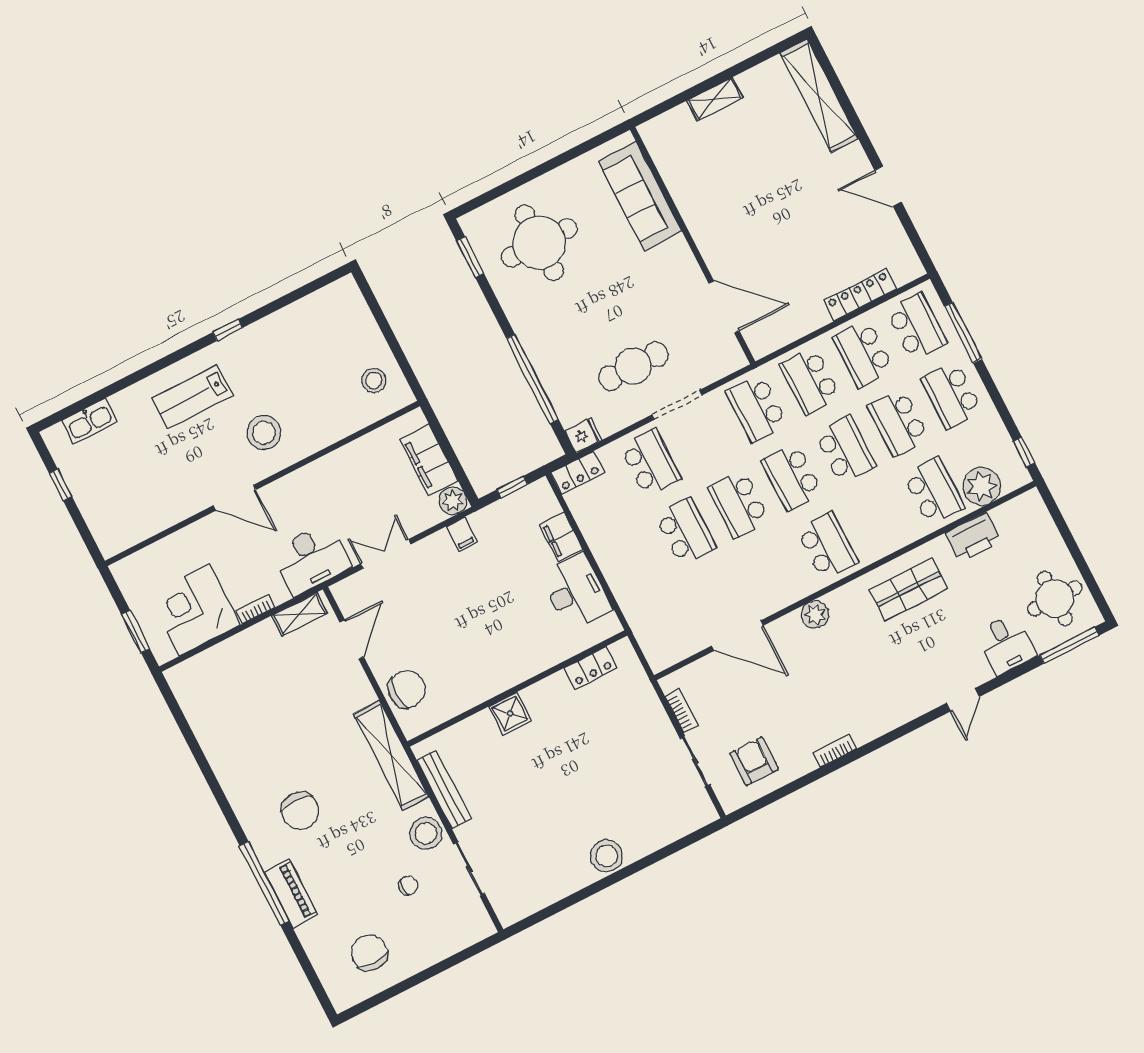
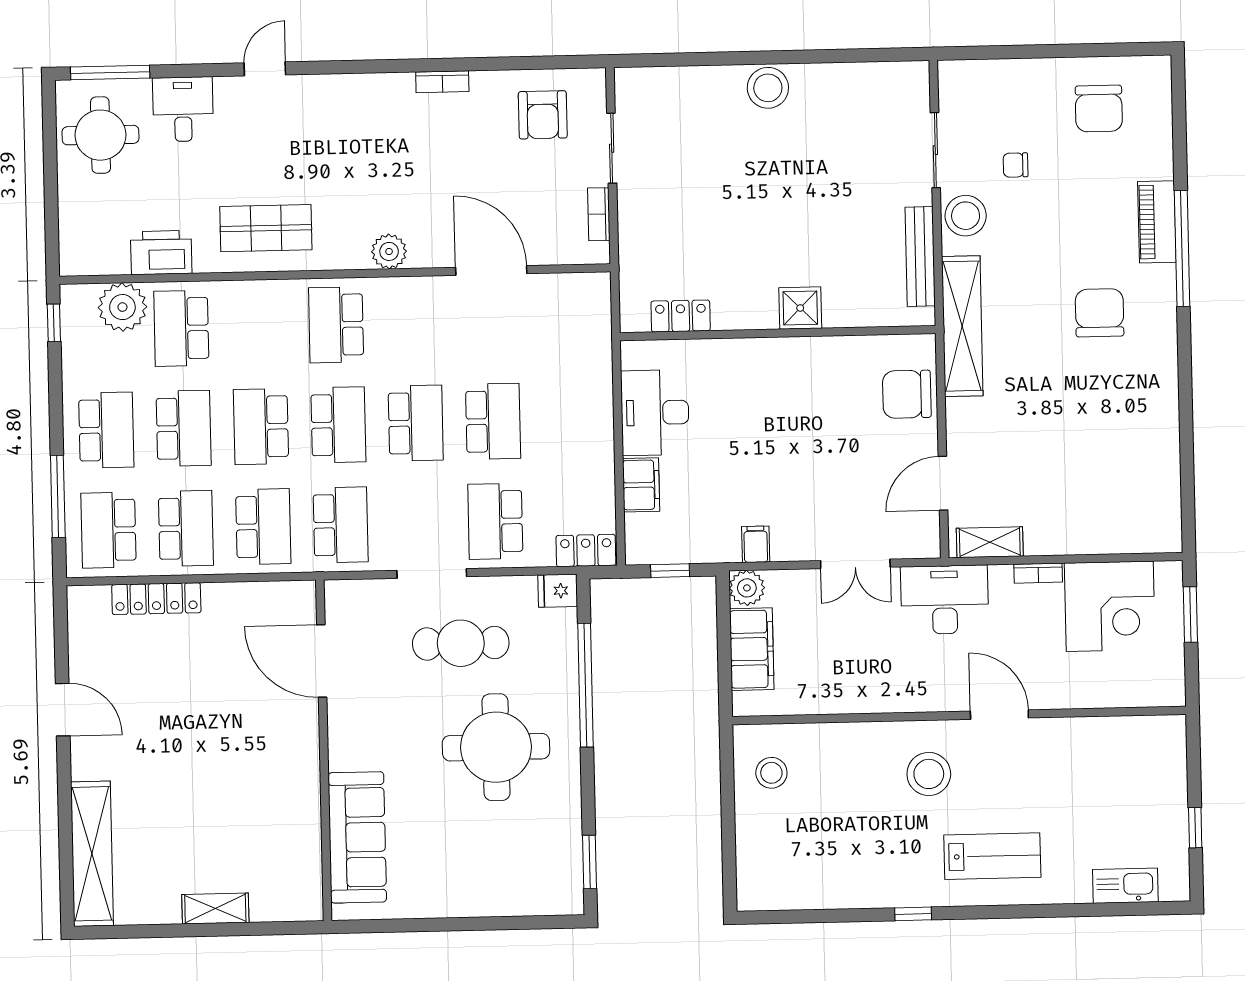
round table: (539, 243) -> (496, 747), moved
school desk: (686, 531) -> (493, 421), turned 180

